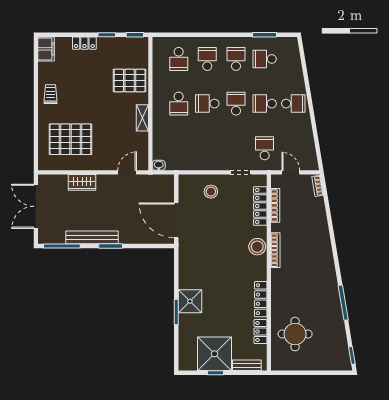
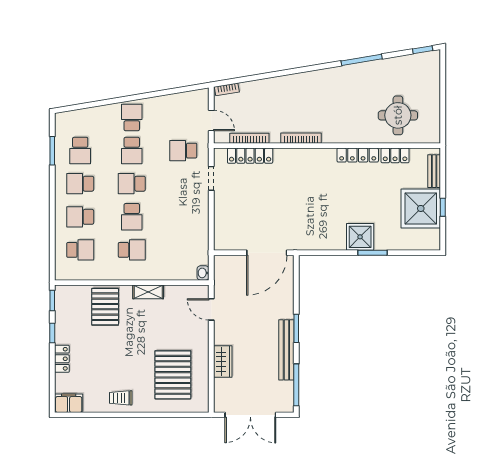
door: (291, 172) -> (211, 120), swing flipped
stool: (211, 192) -> (233, 213), removed
stool: (257, 247) -> (297, 159), removed

